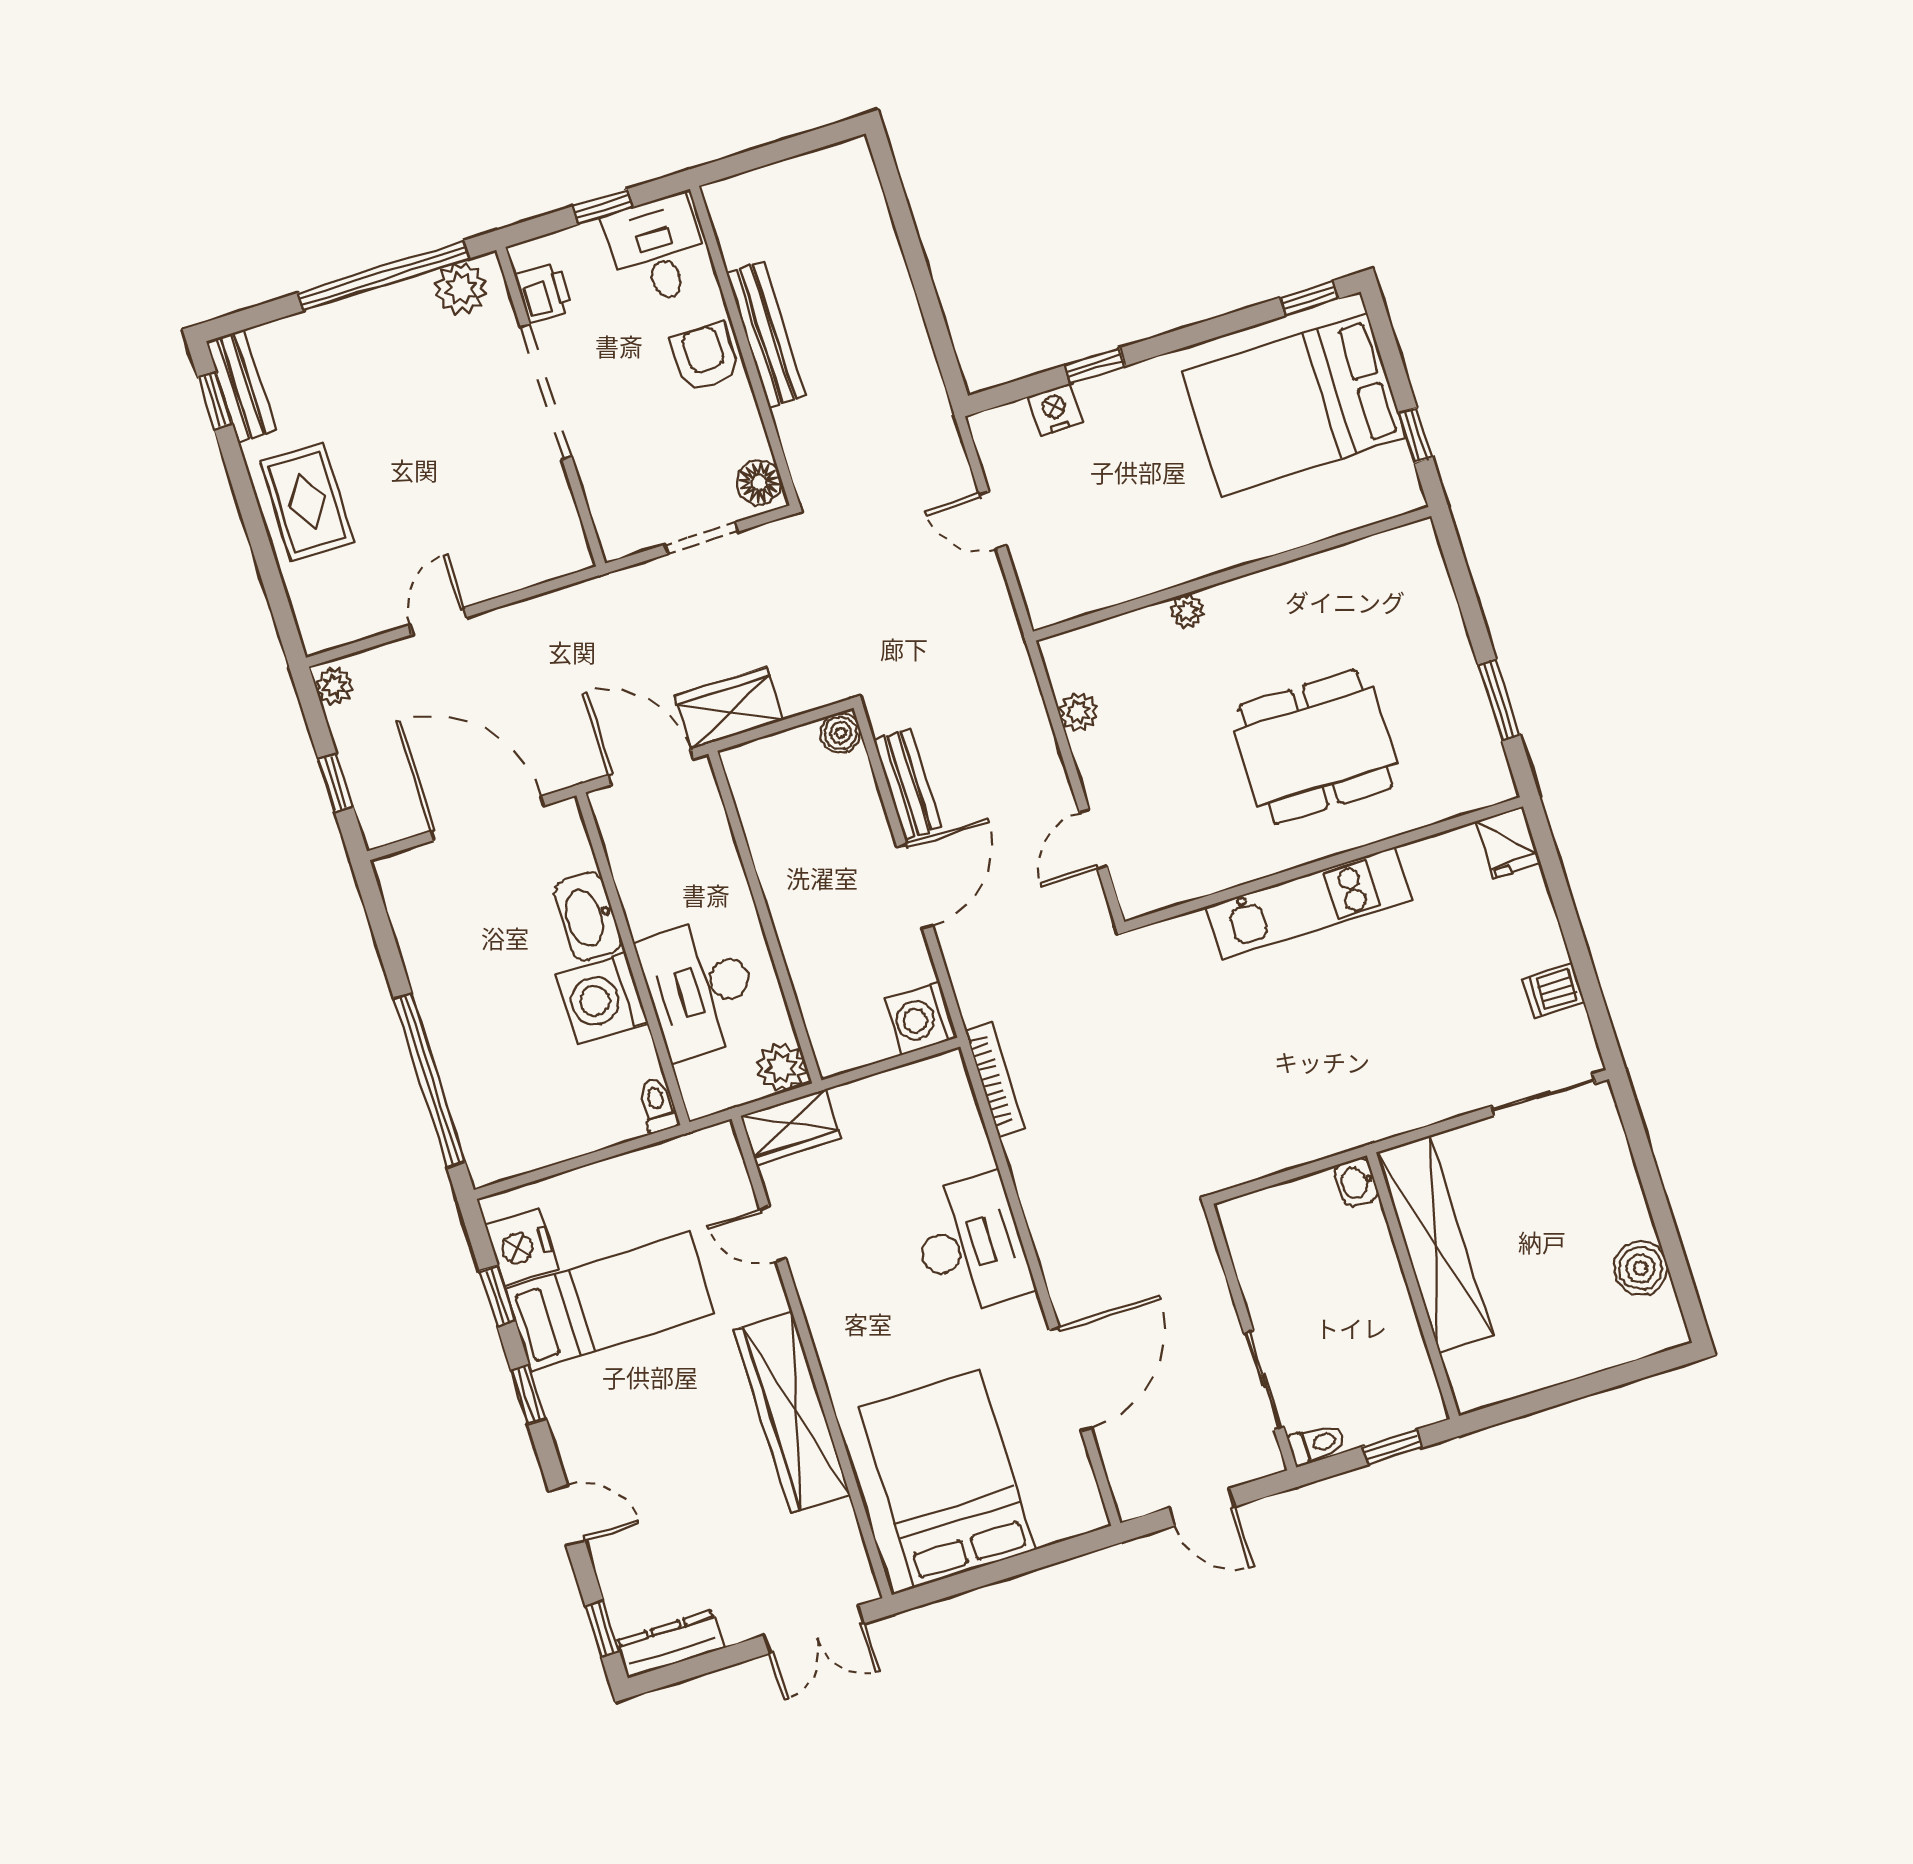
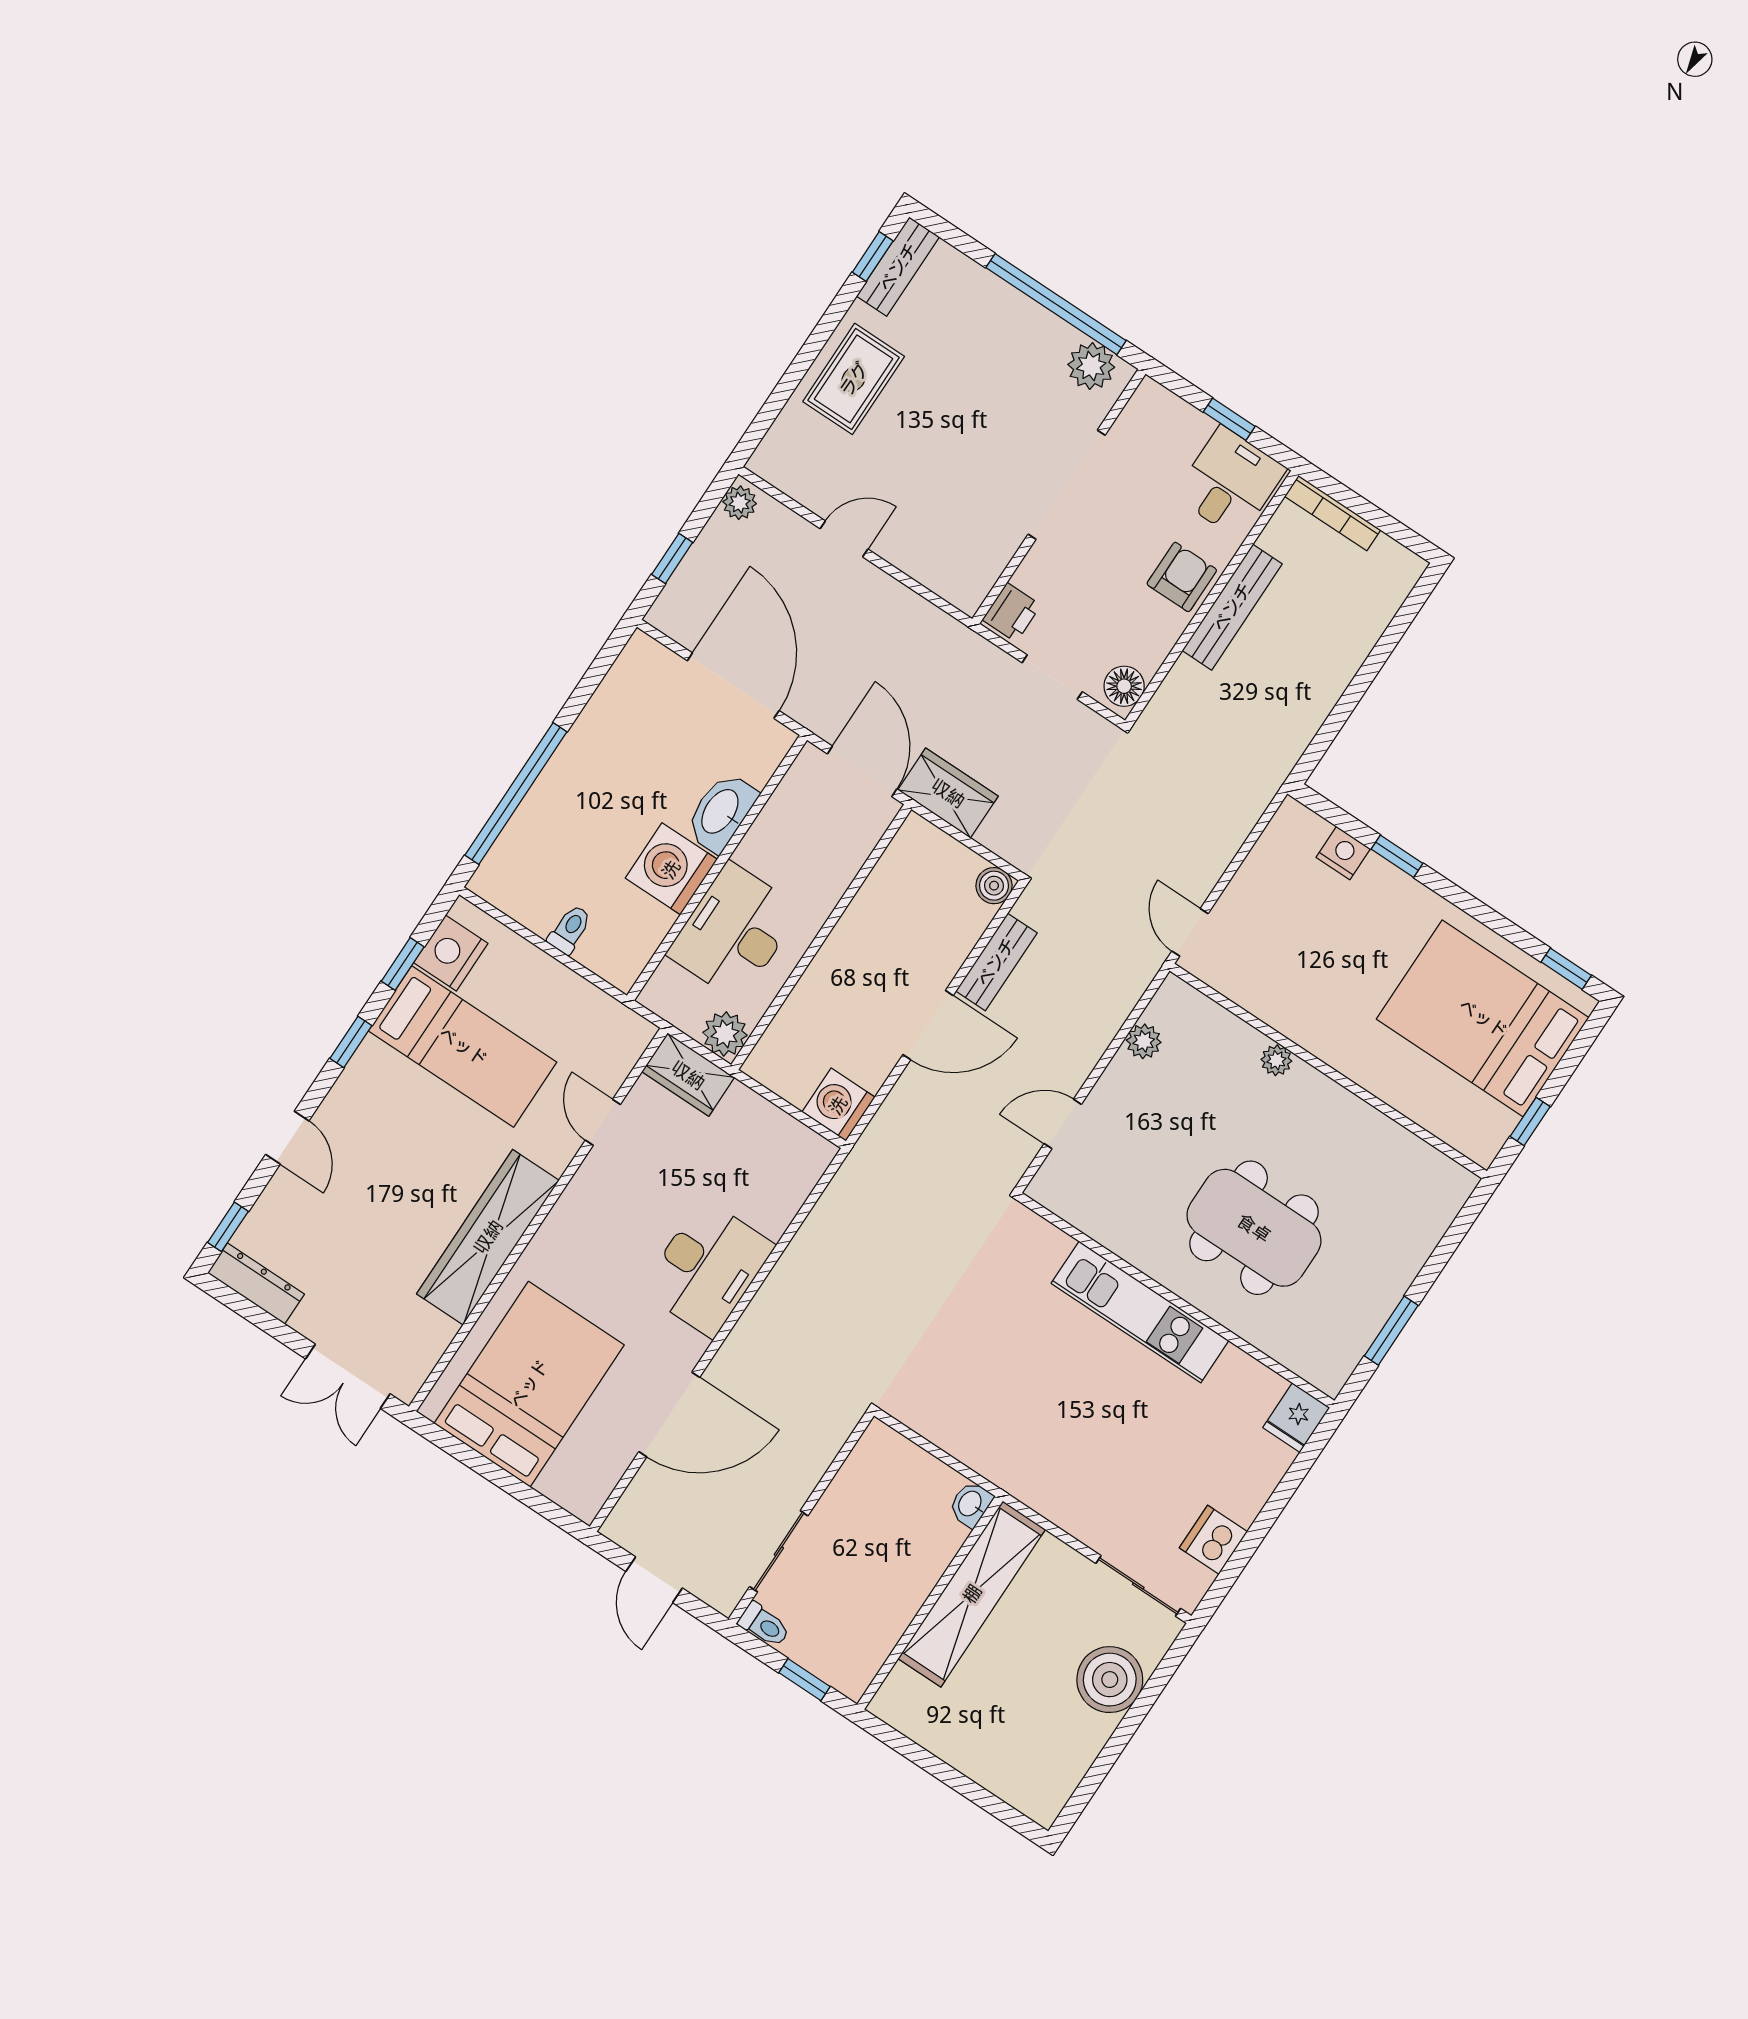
printer: (543, 293) -> (1012, 612), moved
door: (993, 520) -> (1190, 932), moved
dishwasher: (1553, 991) -> (1213, 1540), width x1.38
bookcase: (995, 1079) -> (1333, 513), moved, turned 90
toilet: (657, 1105) -> (570, 930), moved
boiler: (1641, 1268) -> (1110, 1680), moved, width x1.37, depth x1.37

